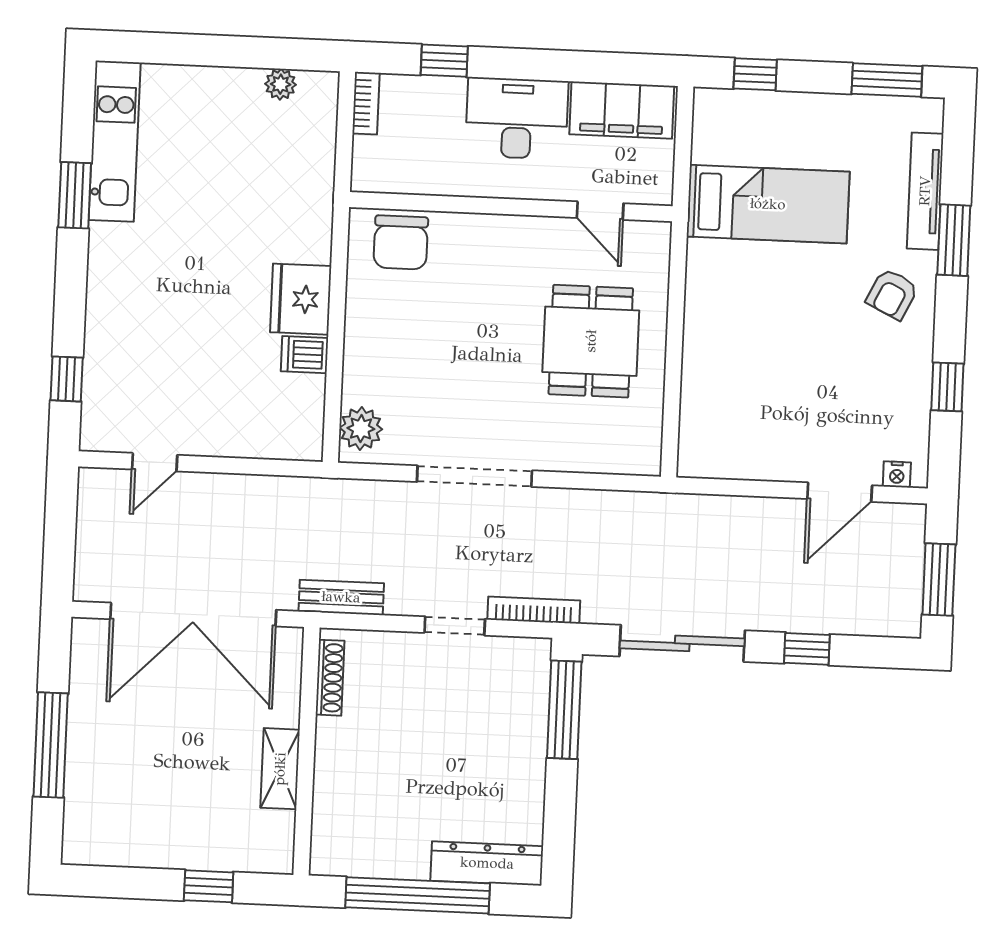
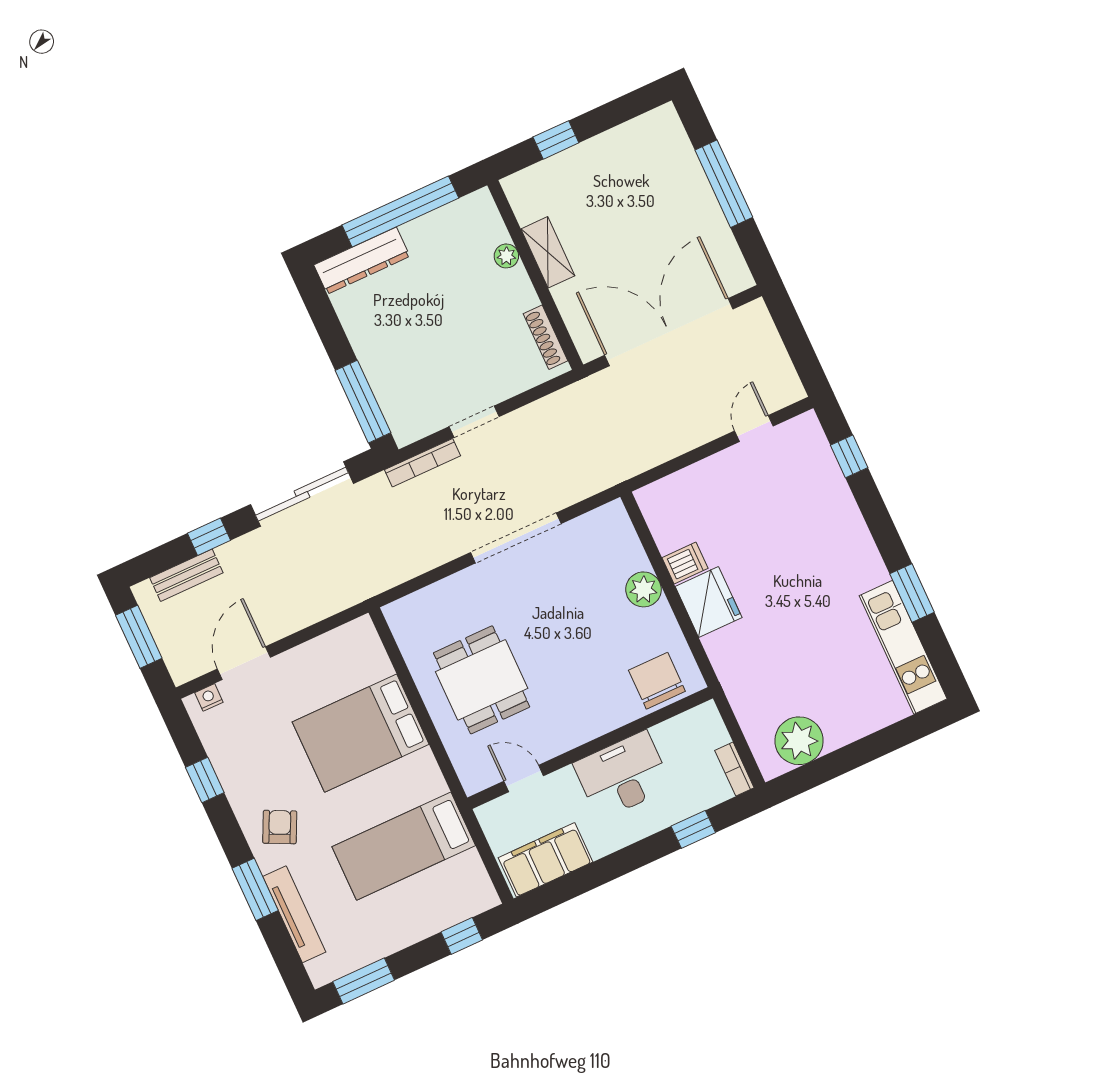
plant: (281, 84) -> (799, 741), width x1.88, depth x1.88
desk: (517, 118) -> (623, 775), moved, turned 180
bed: (752, 351) -> (361, 733), added
plant: (361, 429) -> (644, 589), moved
bench: (341, 597) -> (186, 575), moved
plant: (327, 788) -> (506, 256), added

